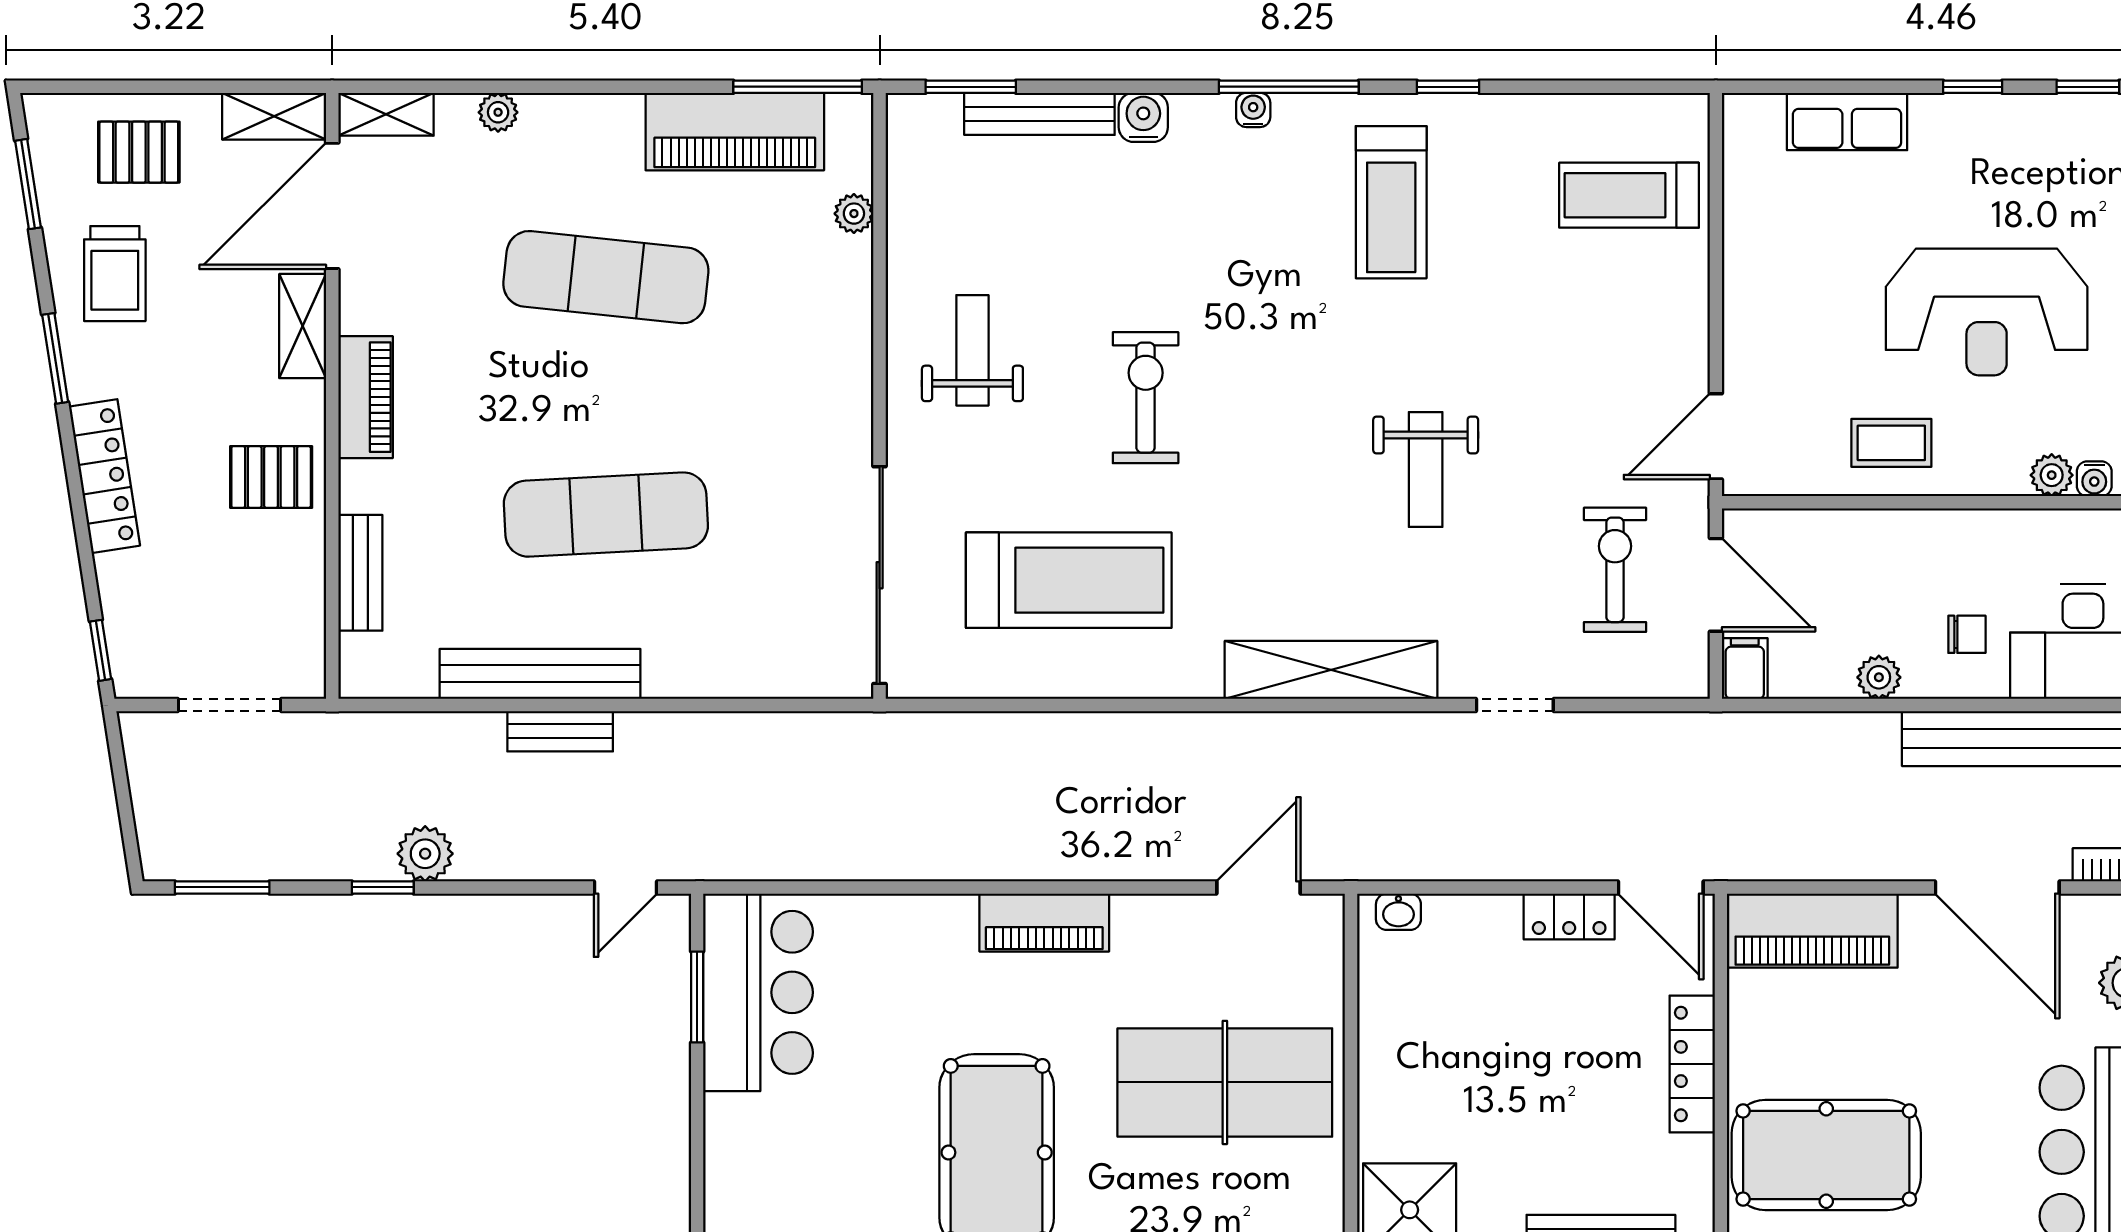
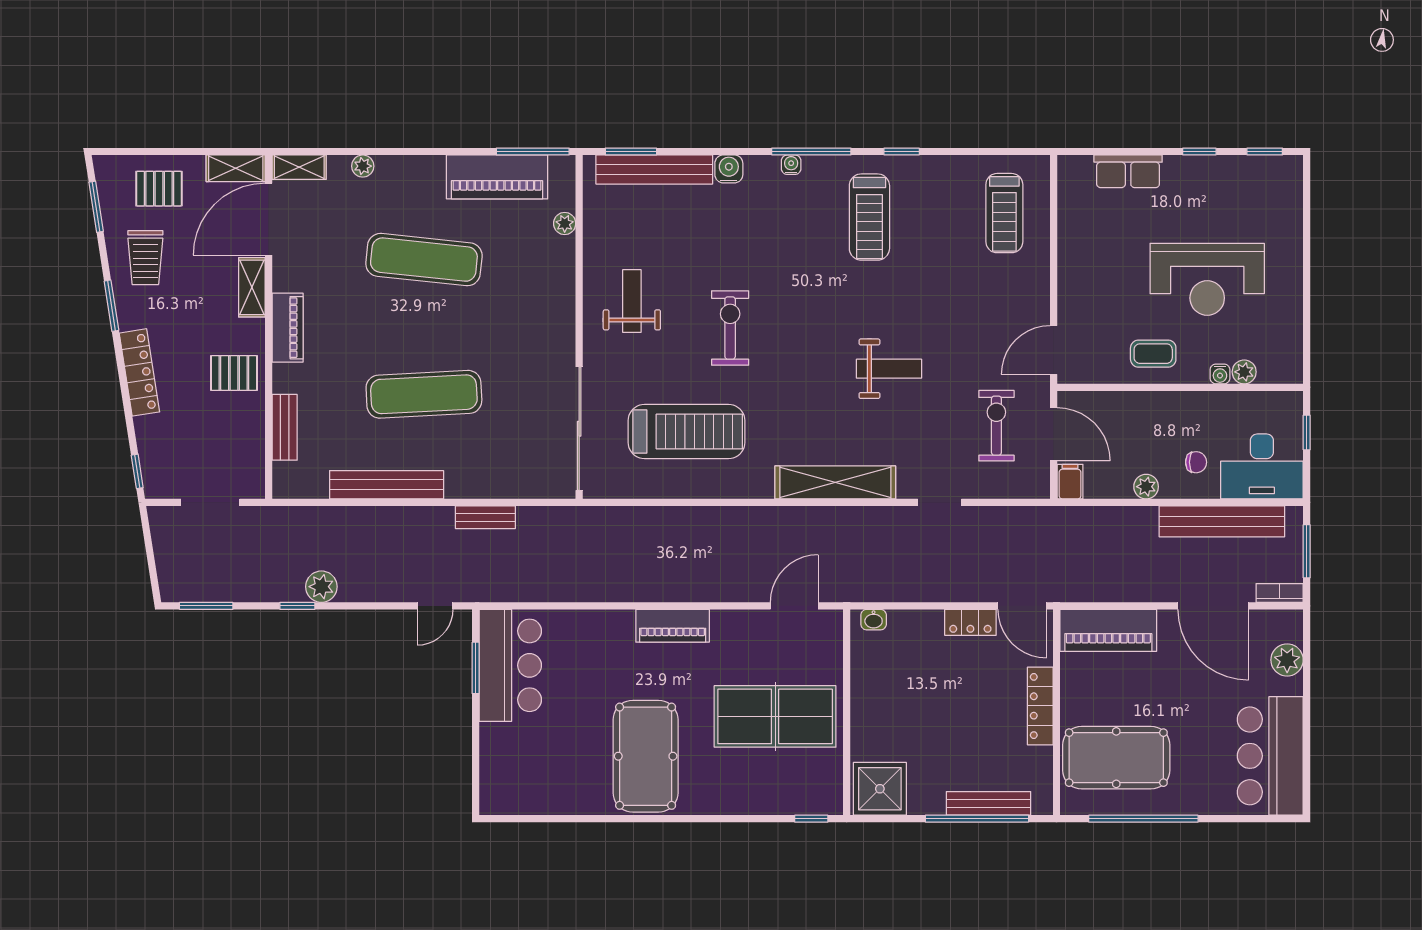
bench: (1039, 114) -> (654, 169), width x1.37, depth x1.21
treadmill: (1629, 195) -> (1004, 213), turned -90
weight bench: (1426, 469) -> (889, 369), turned -90
water cooler: (2094, 479) -> (1220, 374), moved
bench: (560, 731) -> (485, 517), moved

